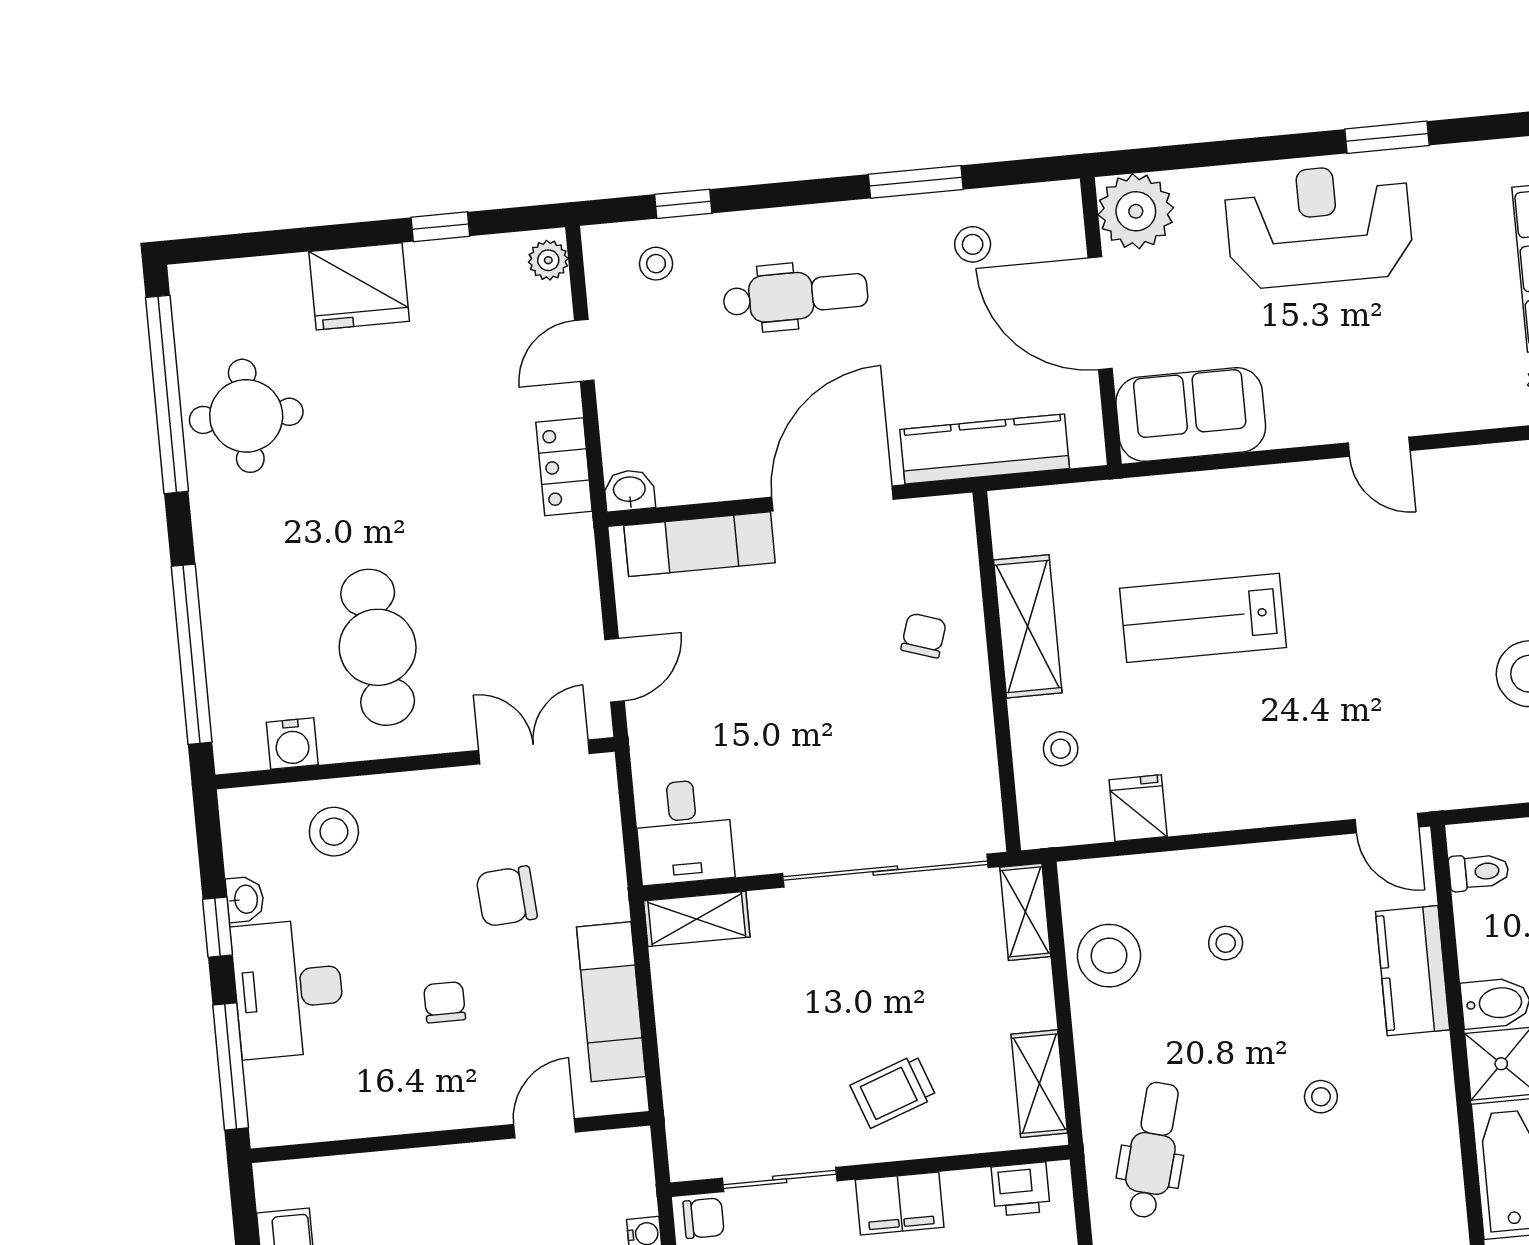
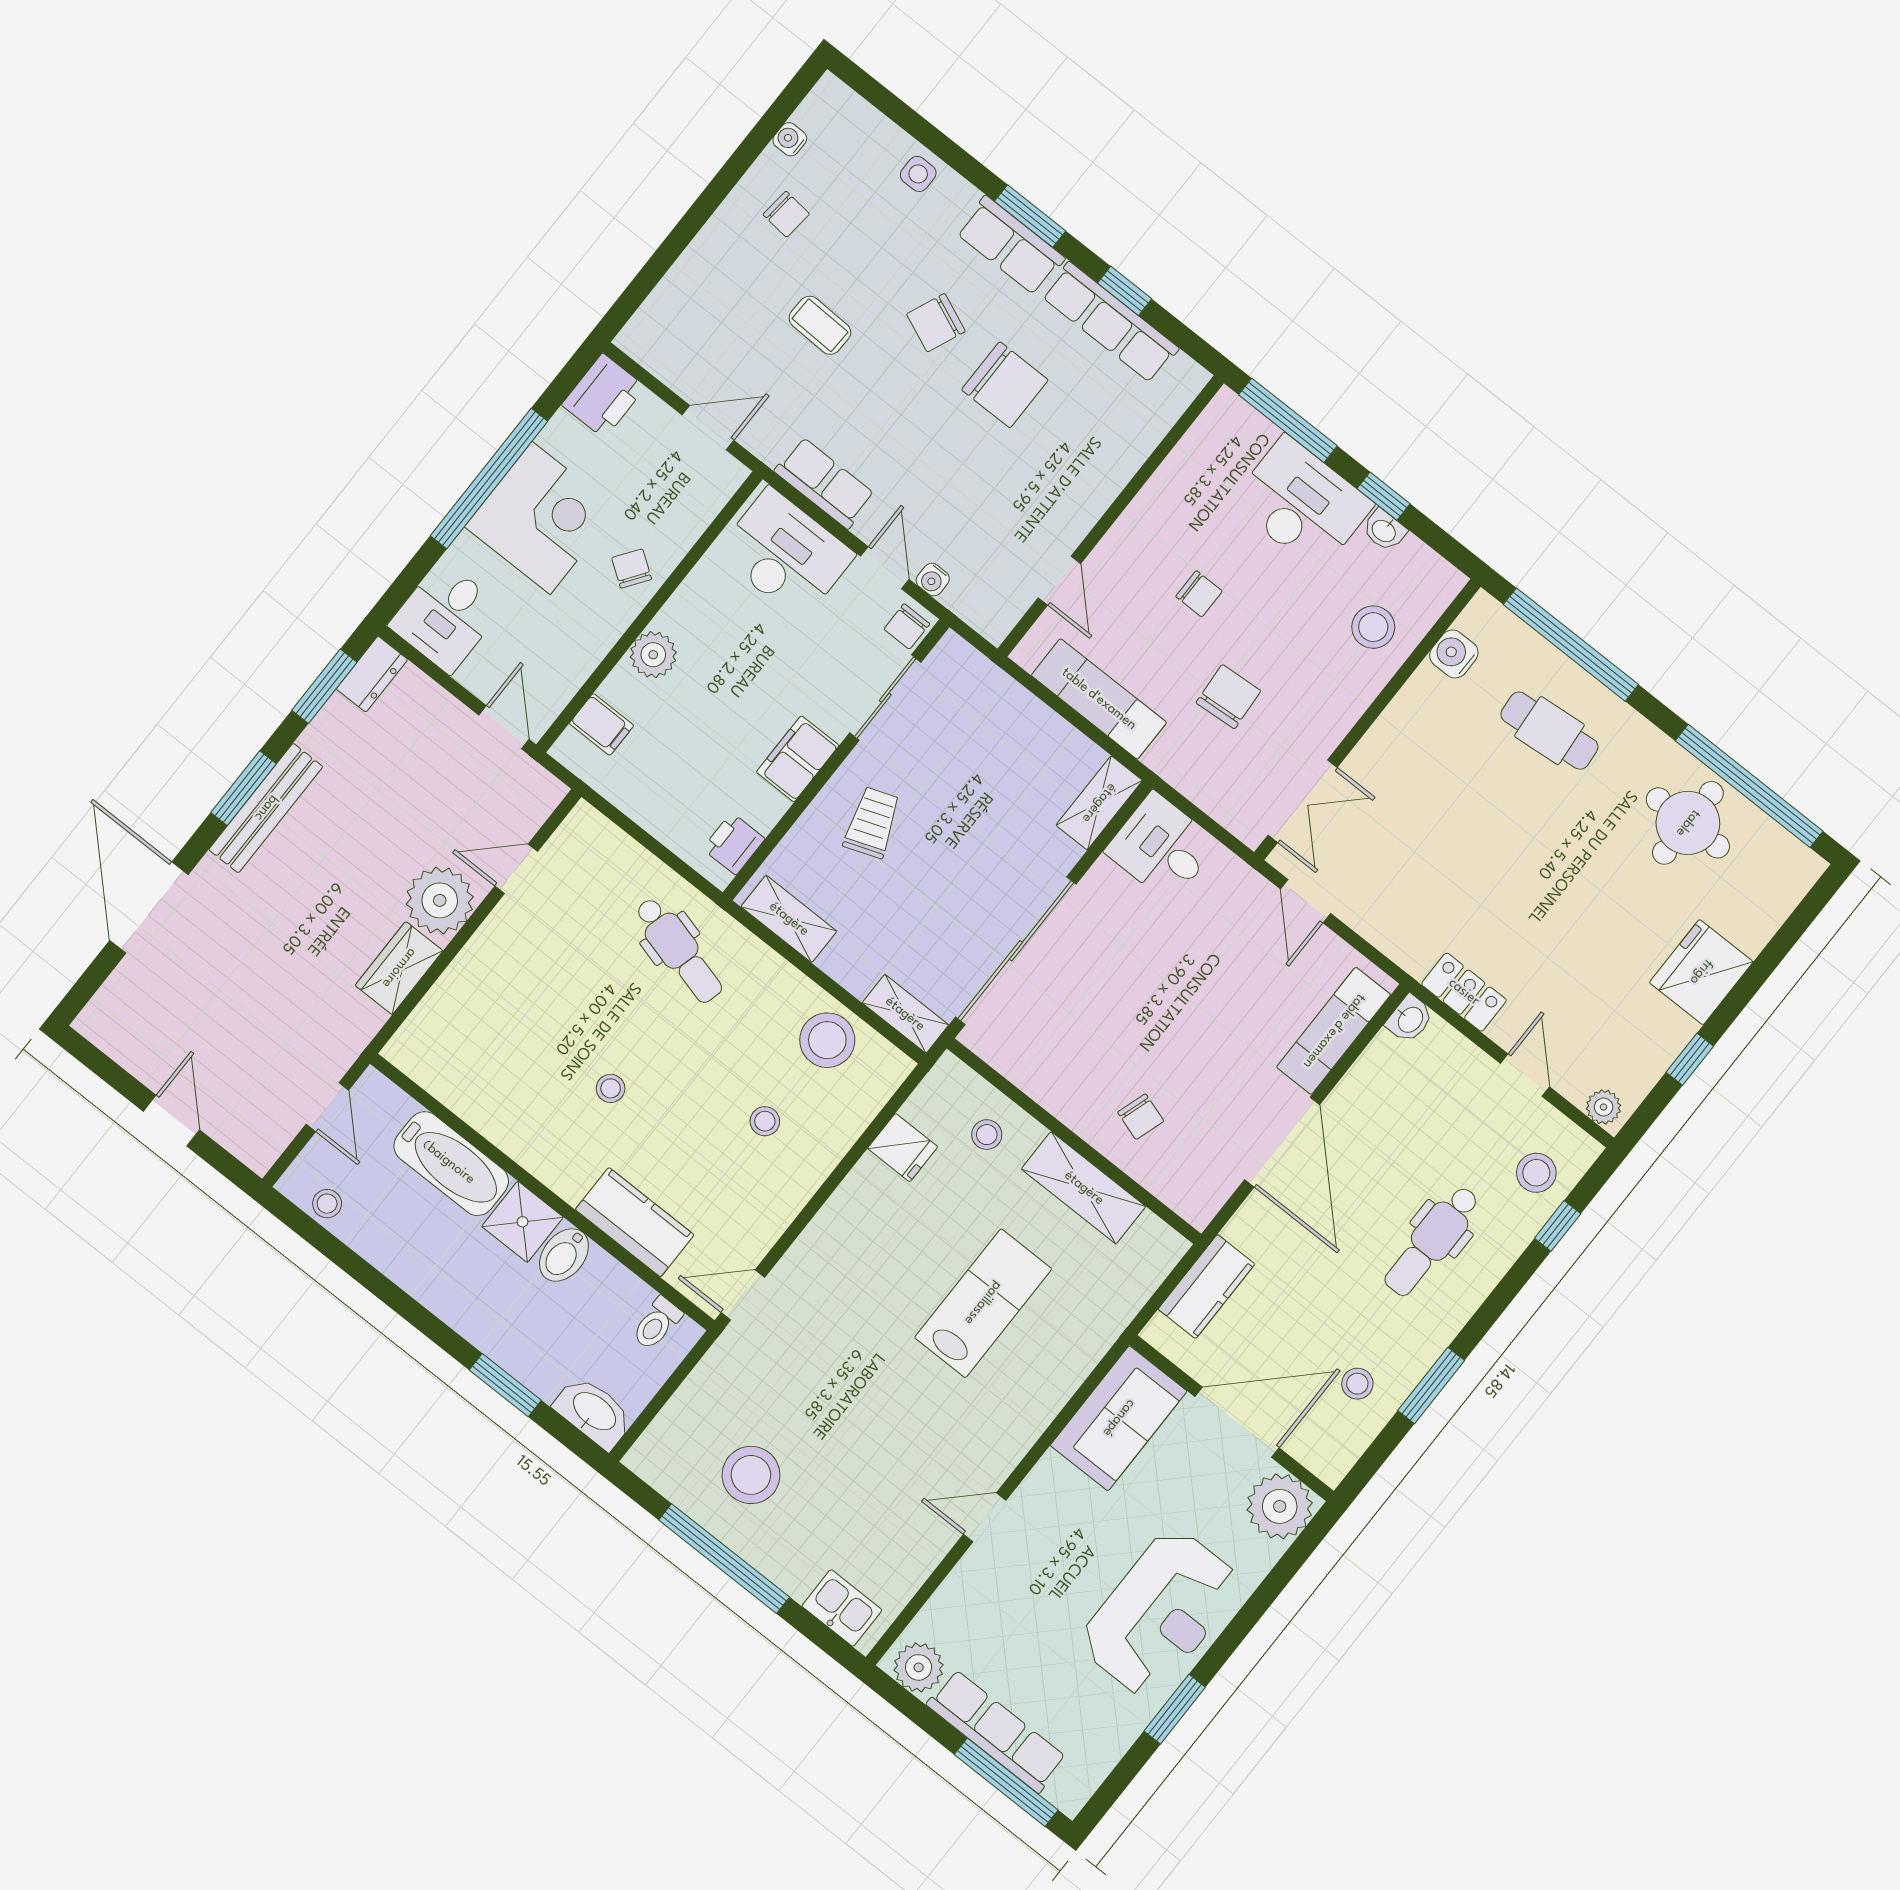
stool: (656, 264) -> (1536, 1173), width x1.37, depth x1.37
kitchen counter: (985, 449) -> (1206, 1287), width x0.67
cafe table: (378, 647) -> (1549, 731), moved, width x0.73, depth x0.74

